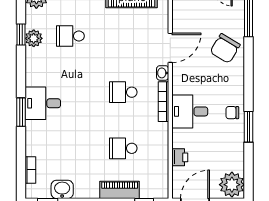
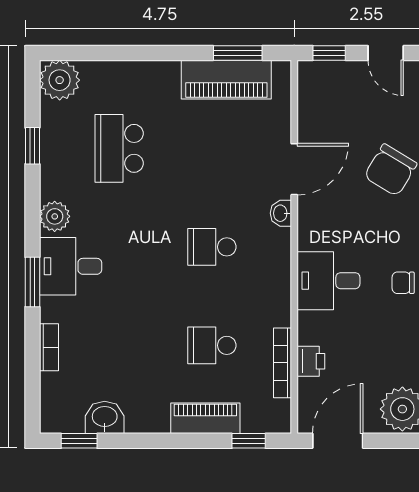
school desk: (70, 36) -> (119, 148), width x1.85
plant: (34, 38) -> (55, 216), moved
bookcase: (164, 102) -> (282, 363), moved
bookcase: (30, 170) -> (49, 347), moved

